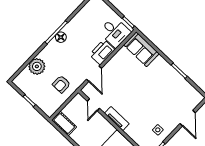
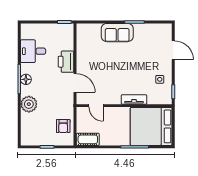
desk: (115, 32) -> (33, 51), moved, turned 180
sofa: (141, 49) -> (117, 33), moved
plant: (37, 66) -> (29, 104), moved
armchair: (61, 84) -> (63, 126), moved
tv unit: (117, 119) -> (134, 99), moved

